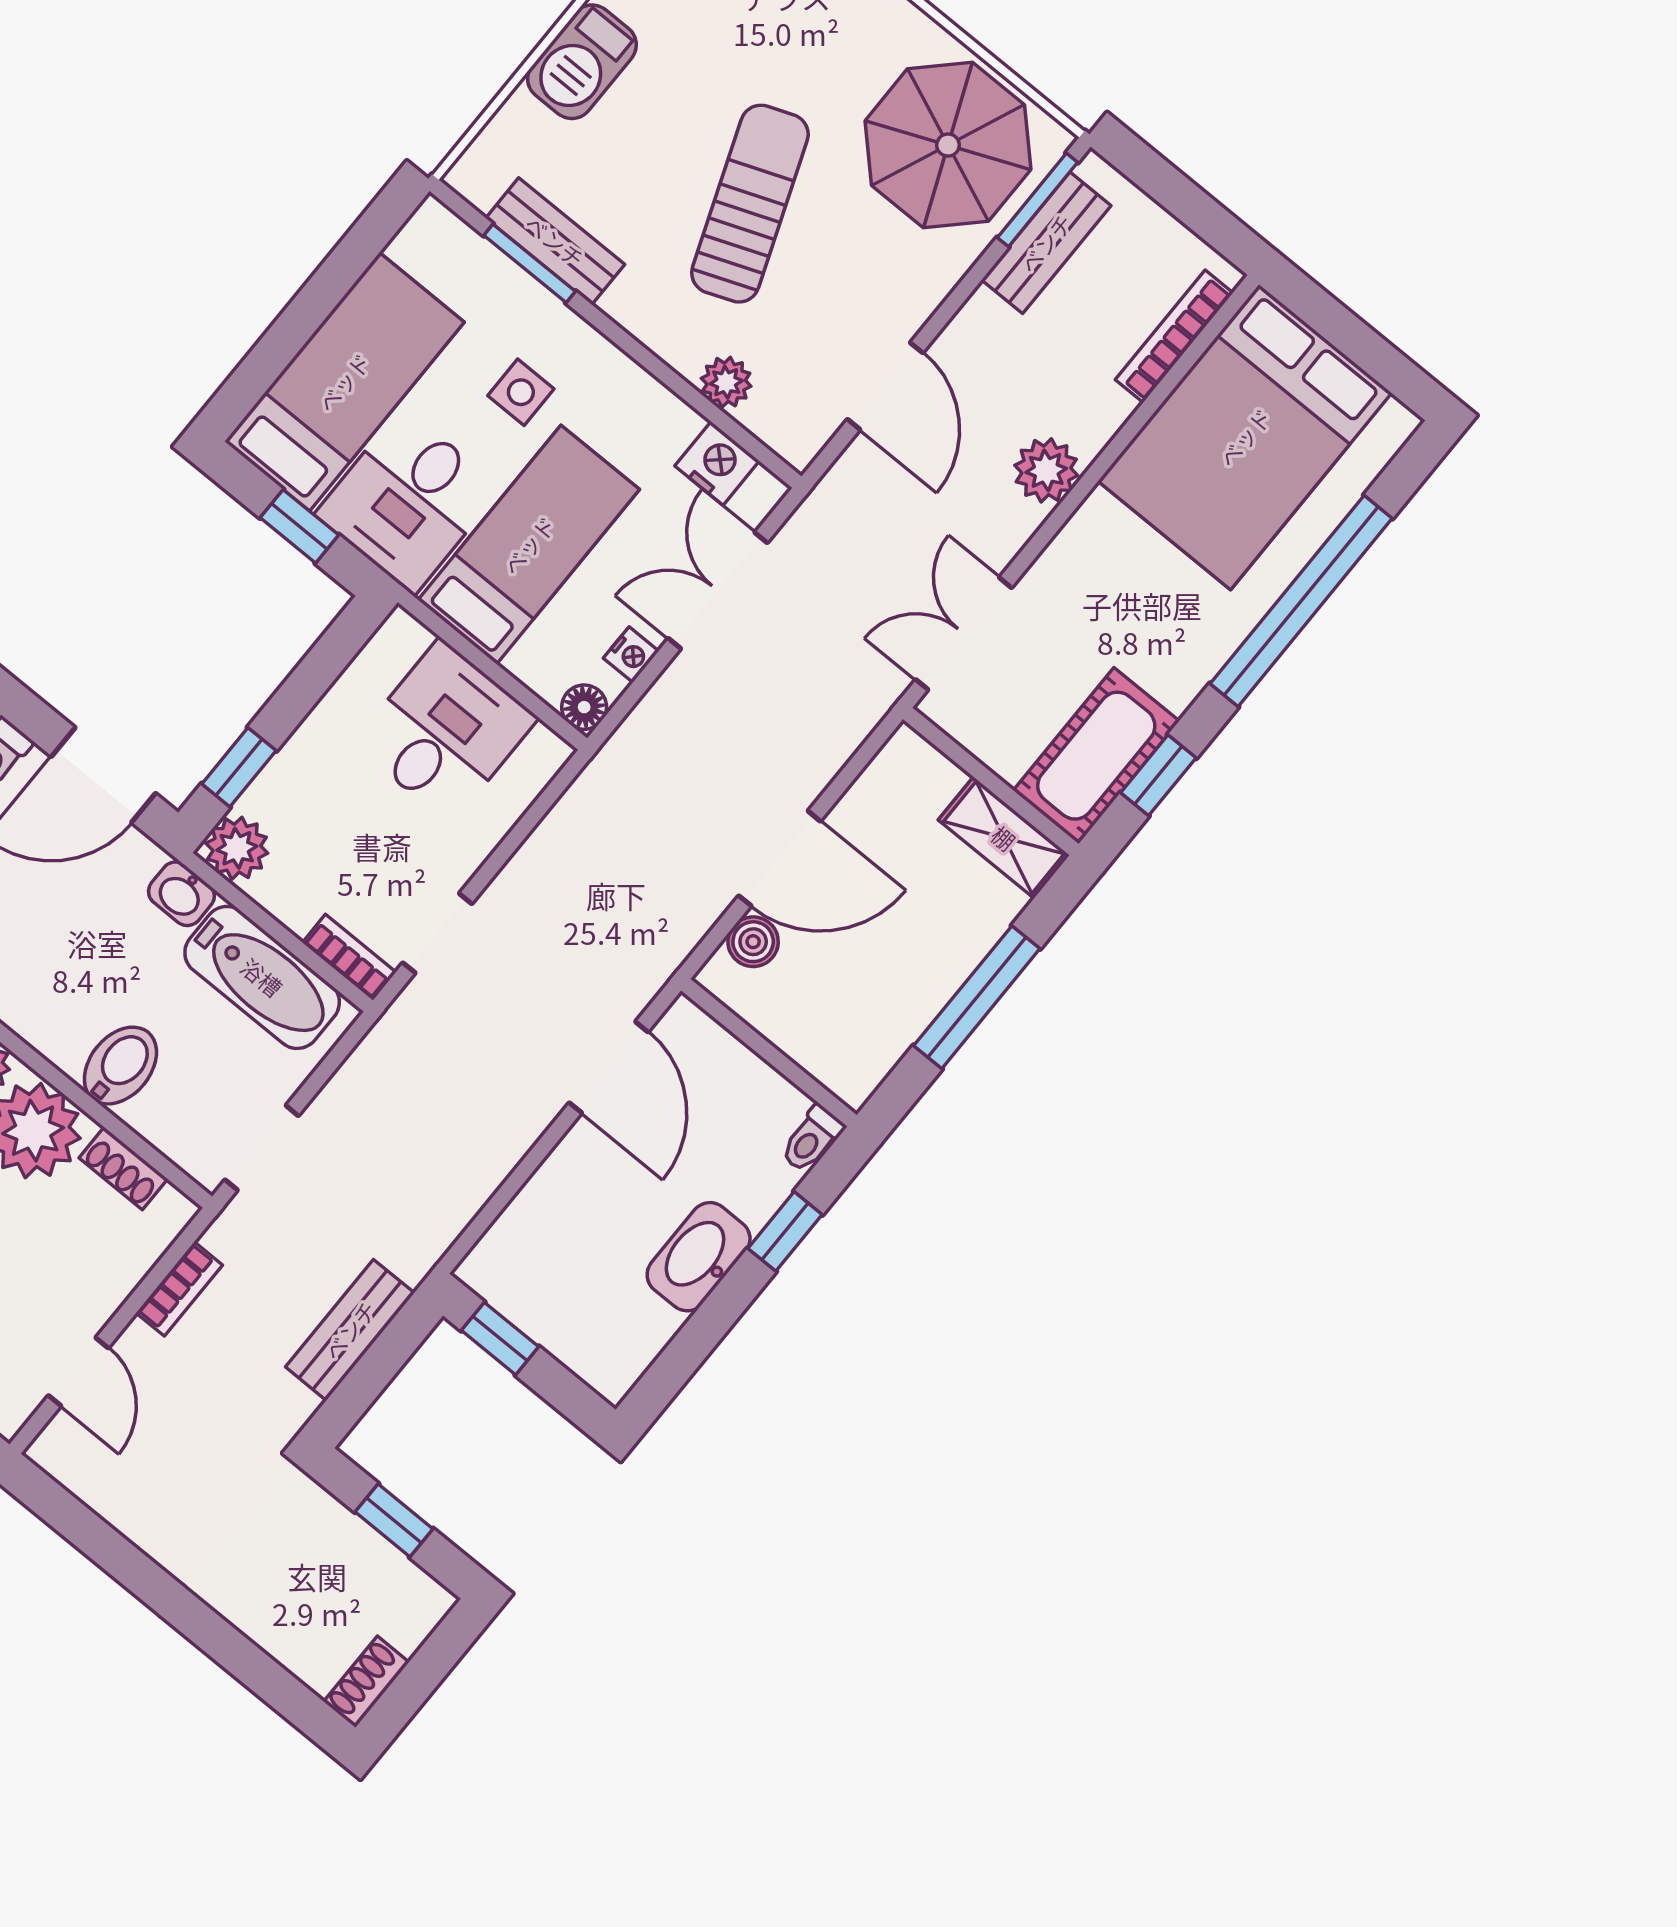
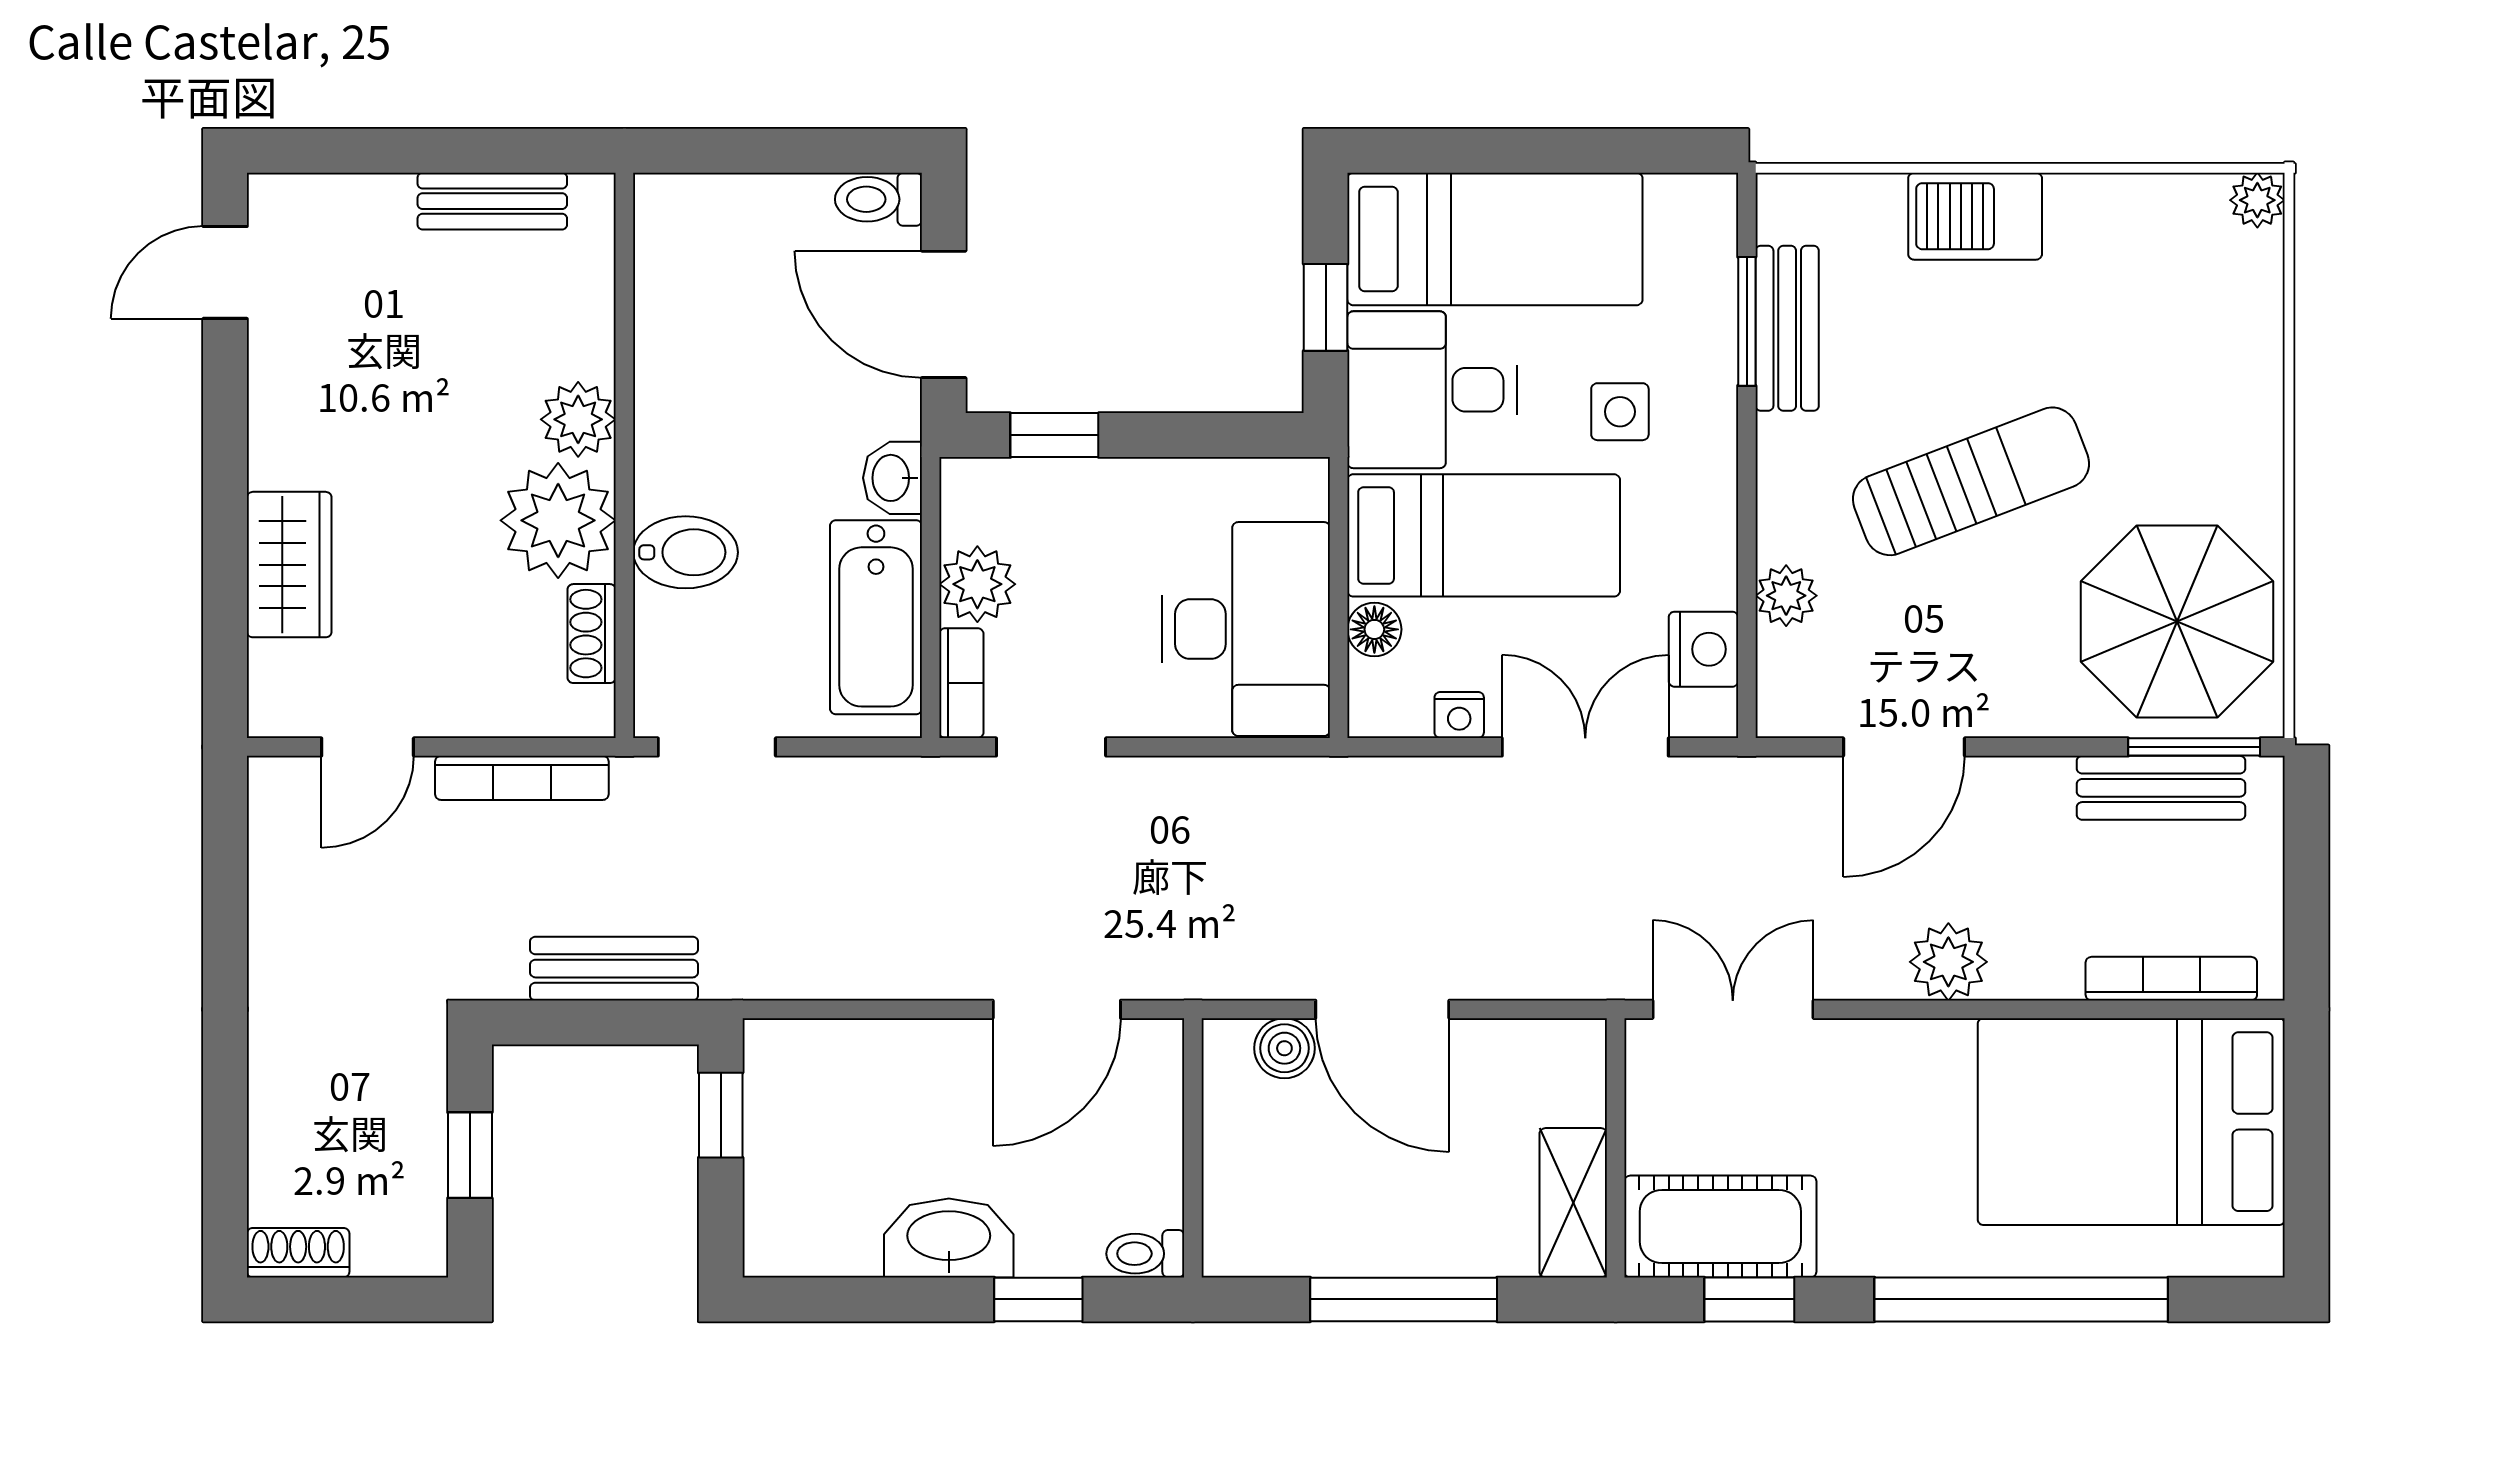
floor lamp: (584, 707) -> (1374, 629), moved
desk: (445, 731) -> (1246, 629), width x1.37
plant: (237, 848) -> (977, 584), moved
bookcase: (179, 1289) -> (522, 778), width x1.56

